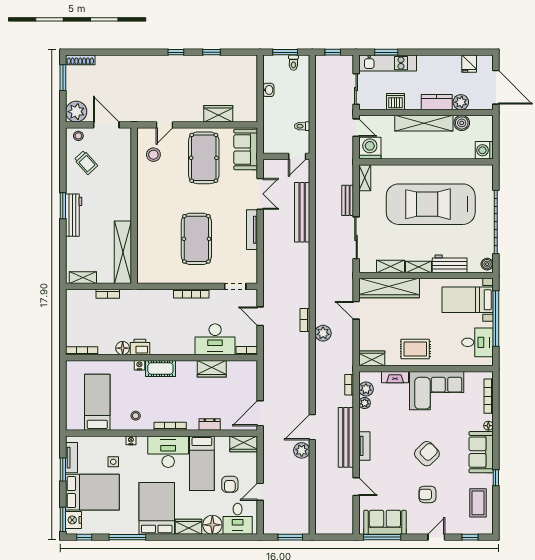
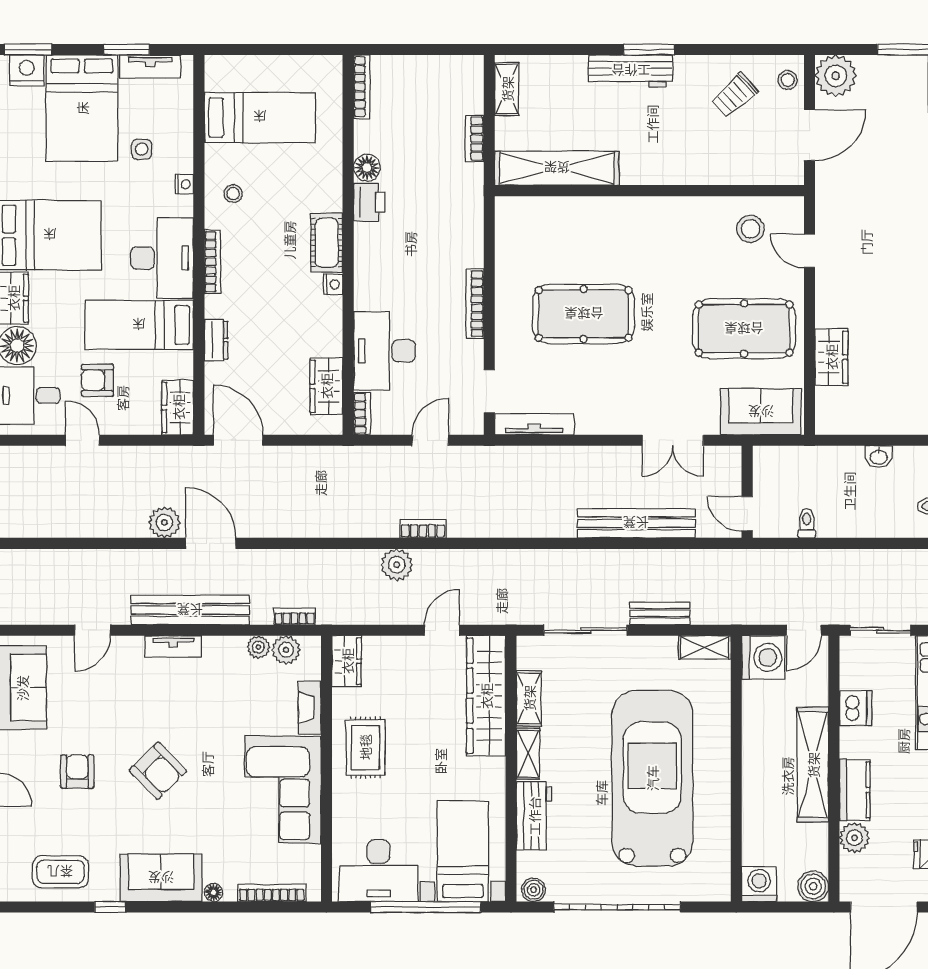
boiler: (462, 123) -> (813, 886), moved
tv unit: (252, 230) -> (534, 424), moved
desk: (477, 342) -> (379, 871), width x1.37
nightstand: (139, 365) -> (333, 284), moved
wardrobe: (212, 369) -> (326, 386), moved

